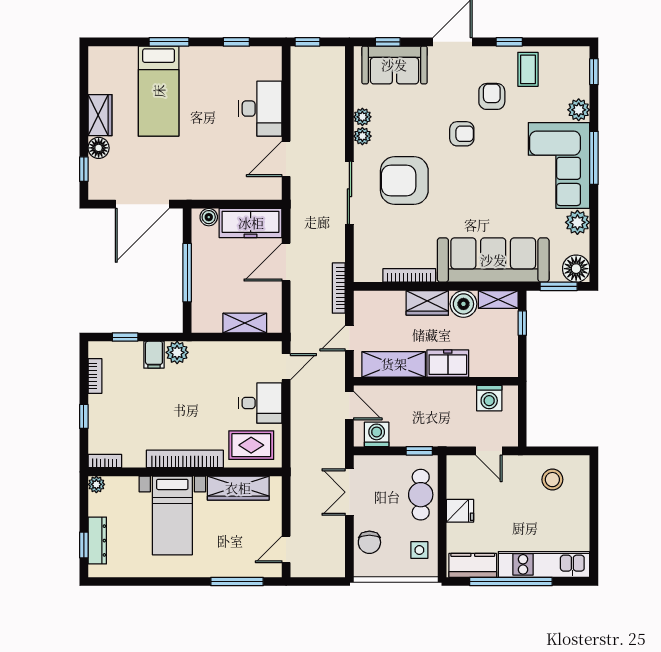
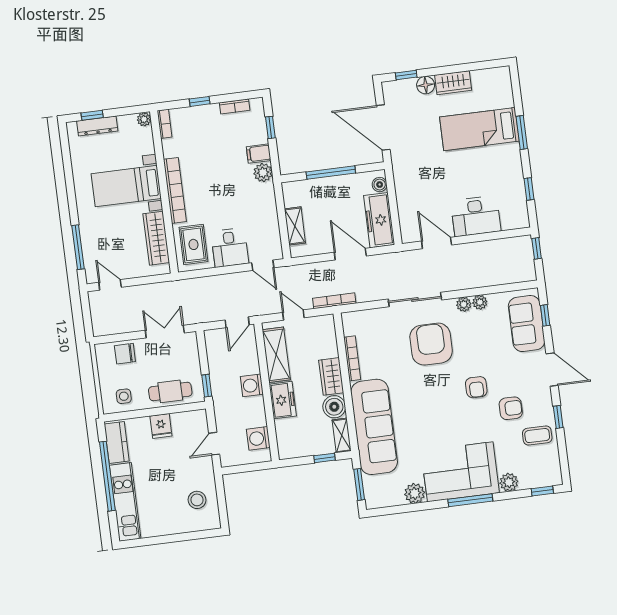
floor lamp: (576, 269) -> (376, 497), removed
washing machine: (377, 434) -> (252, 385), moved, turned 180

